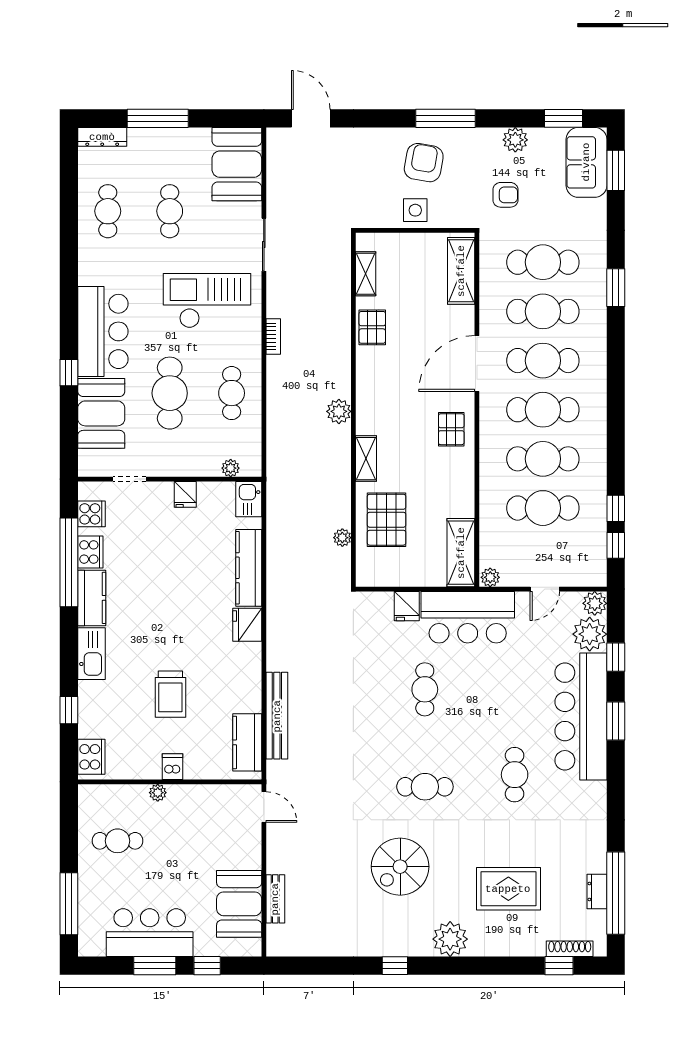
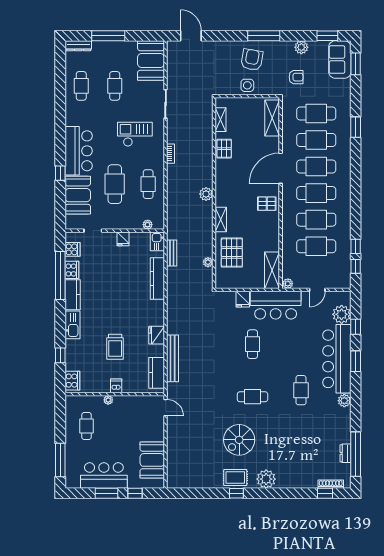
checkout: (207, 301) -> (135, 134), width x0.73, depth x0.83
pallet: (451, 429) -> (267, 204), turned 90
plant: (595, 603) -> (344, 401), moved
fridge: (247, 625) -> (157, 335), moved
cafe table: (118, 841) -> (87, 426), turned 90
rug: (508, 889) -> (235, 477), moved, width x0.73, depth x0.70
bench: (275, 899) -> (172, 253), moved

